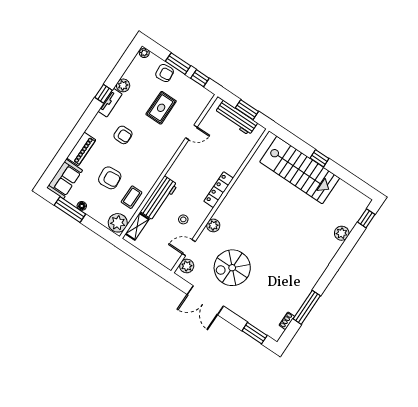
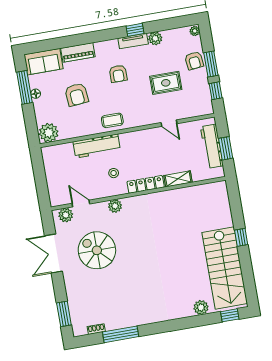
stairs: (300, 170) -> (225, 268), moved
coffee table: (132, 197) -> (112, 120), moved
stool: (183, 219) -> (114, 173), moved
shelving: (137, 226) -> (178, 179), moved

